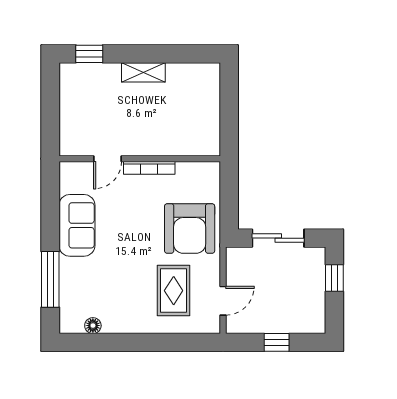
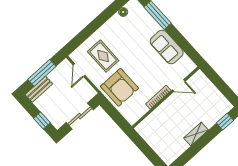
door: (108, 159) -> (179, 86), swing flipped
armchair: (190, 228) -> (119, 87), turned 180
bench: (301, 324) -> (39, 89), added
window: (277, 342) -> (42, 73), width x2.17

